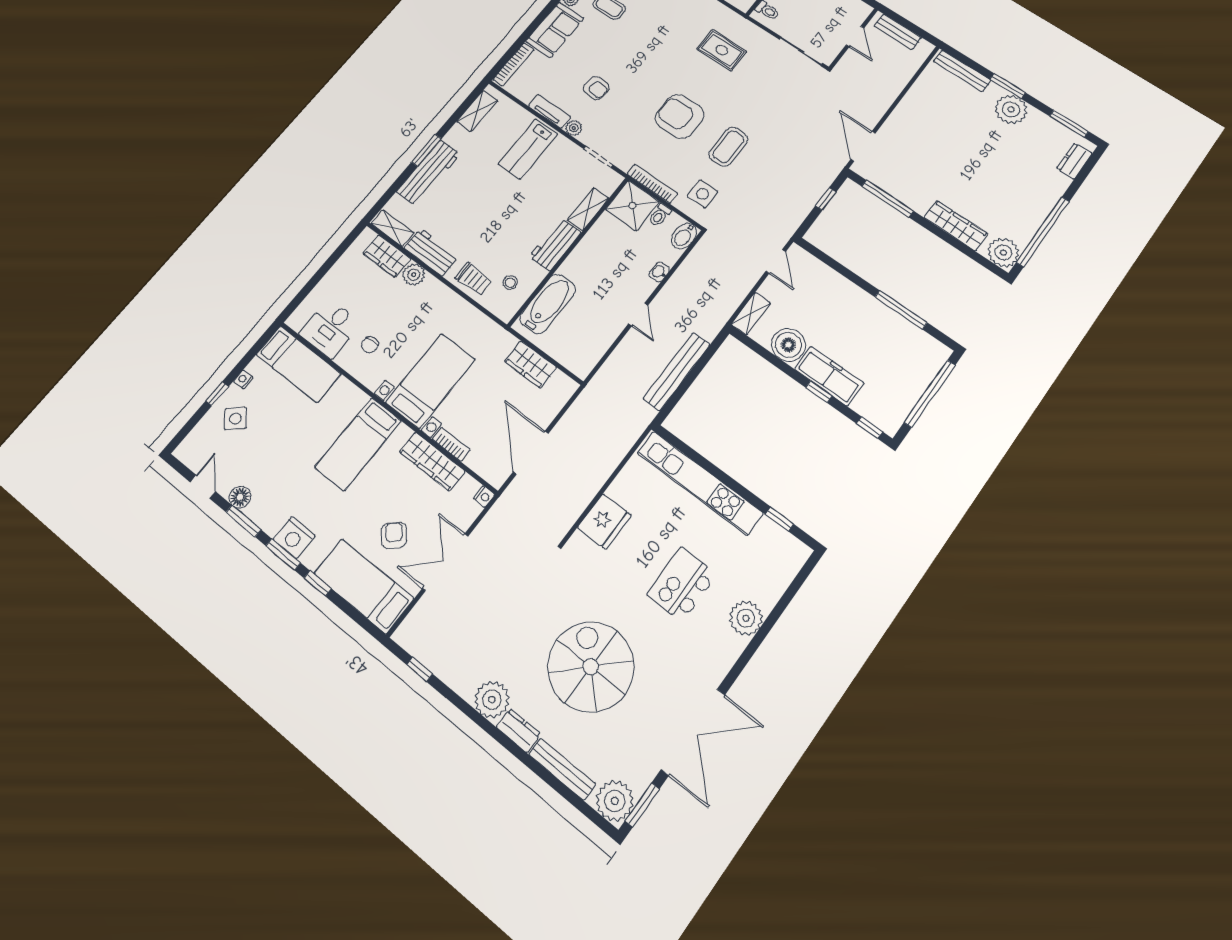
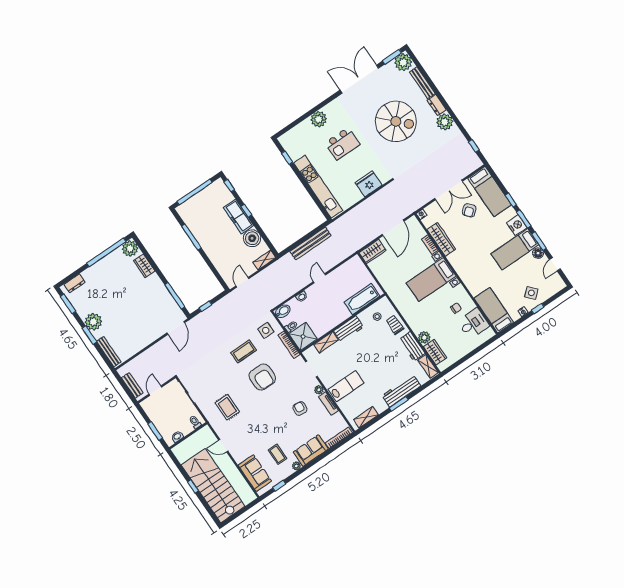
wardrobe: (956, 226) -> (144, 266), width x0.67
wardrobe: (531, 364) -> (373, 252), moved, turned 90
bed: (358, 444) -> (515, 249), moved, turned 180
spiral stairs: (591, 667) -> (396, 121), turned -90

